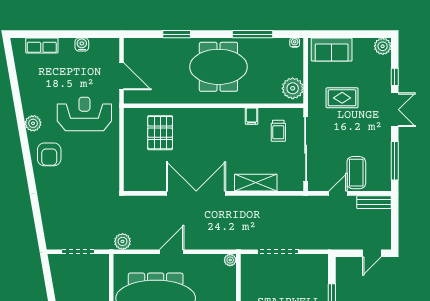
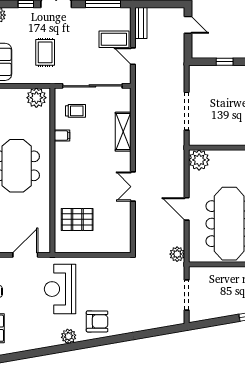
double door: (196, 193) -> (133, 187), width x0.54
plant: (230, 260) -> (199, 160), width x1.88, depth x1.88

